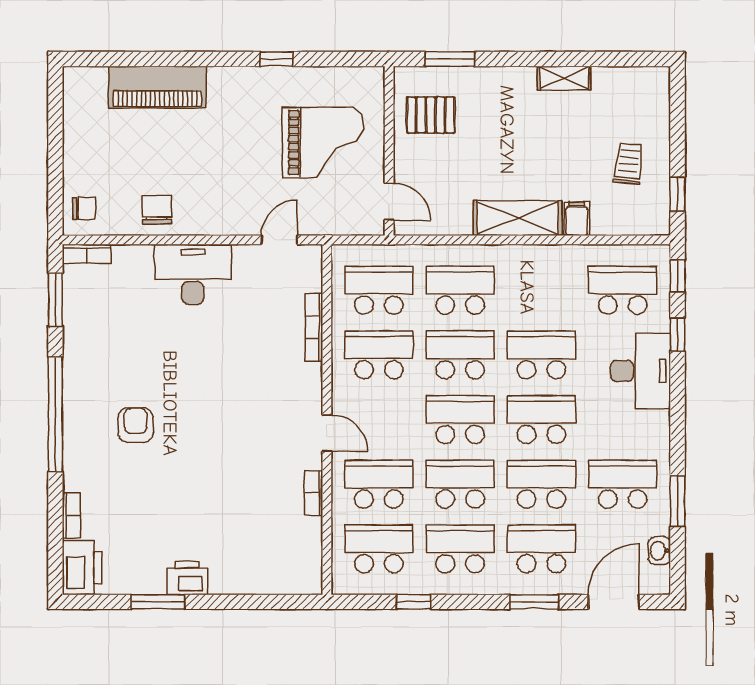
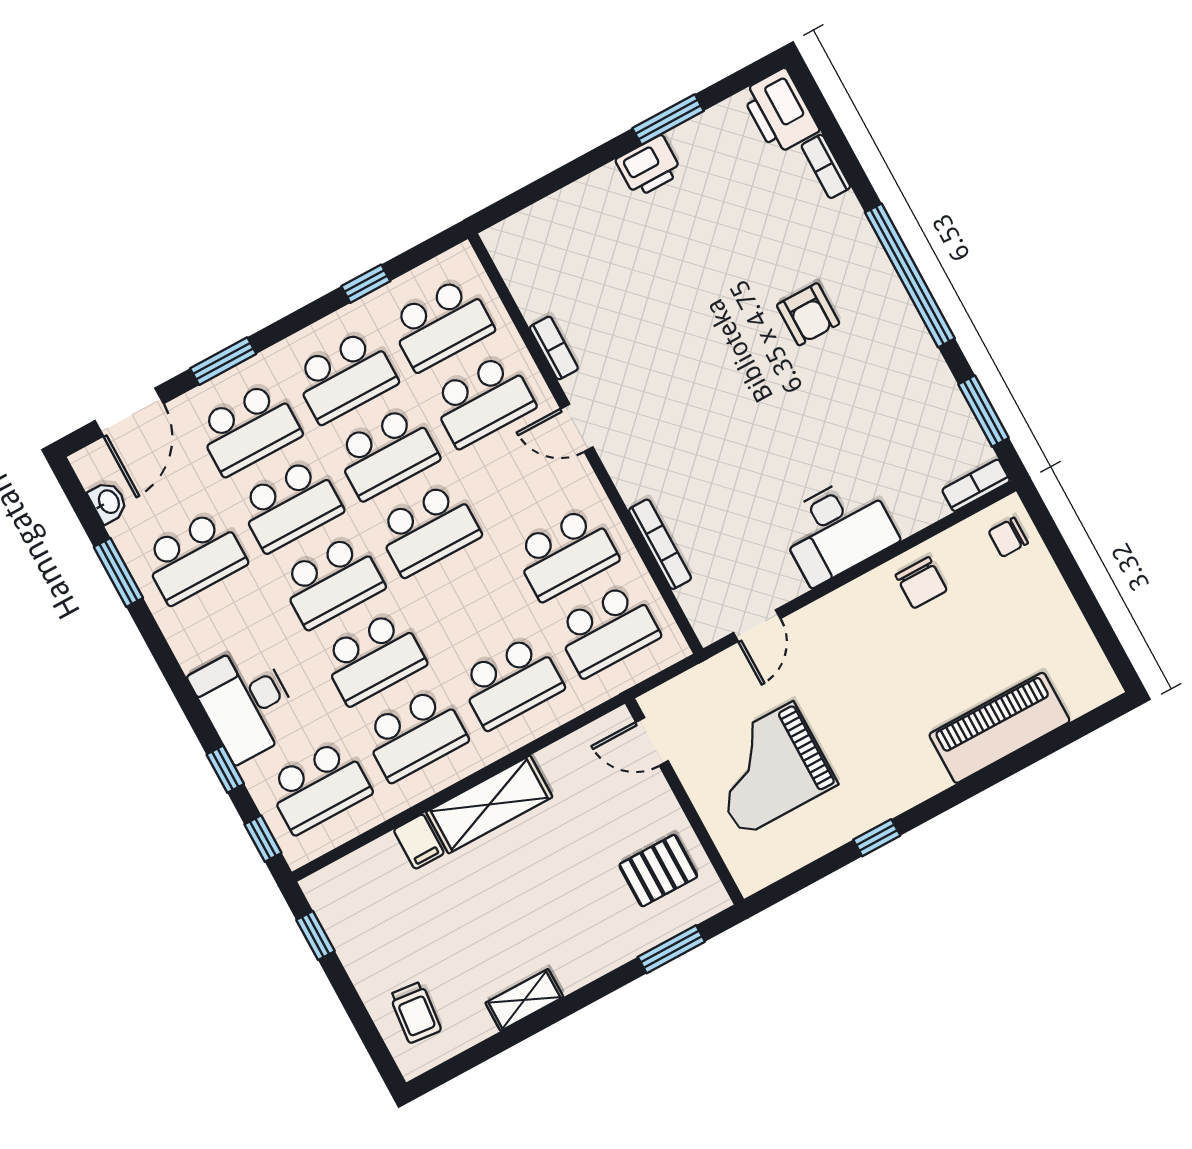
trolley: (628, 164) -> (415, 1012), moved
school desk: (460, 355) -> (415, 734), moved

